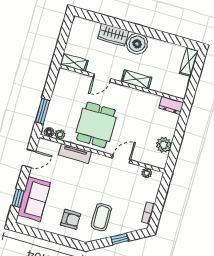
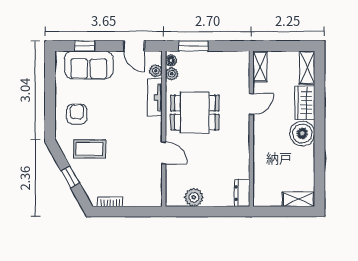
door: (102, 78) -> (251, 104), swing flipped
shelving: (137, 80) -> (307, 68), moved
plant: (147, 173) -> (156, 71), moved
armchair: (71, 219) -> (77, 114), turned 180

